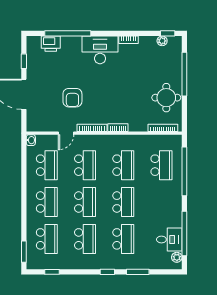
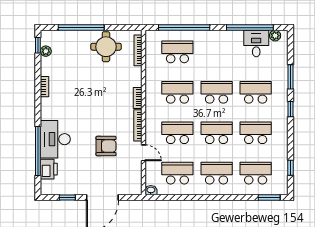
desk: (100, 50) -> (55, 139), moved

